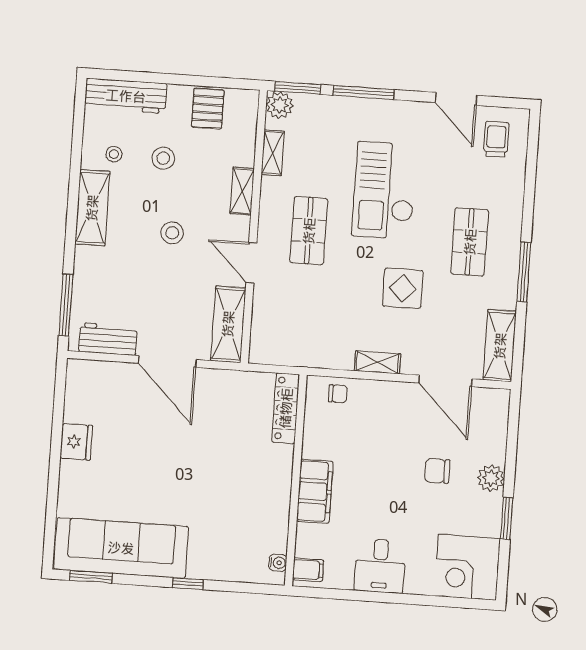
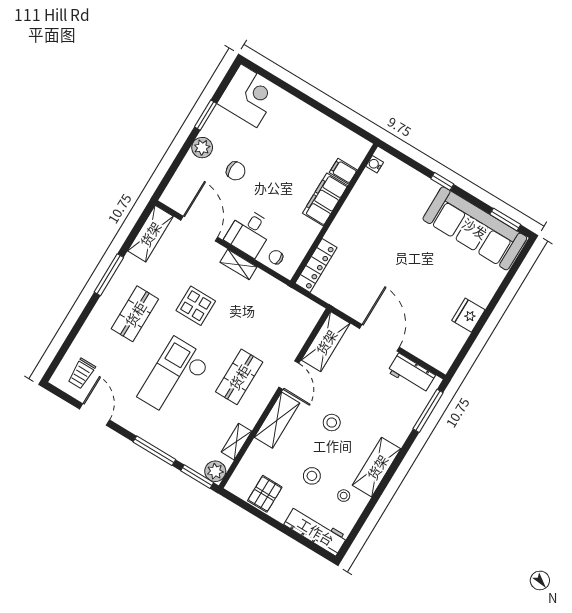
checkout: (384, 190) -> (174, 378), turned 180
shelving: (242, 191) -> (277, 420), width x1.50, depth x1.33
desk: (380, 566) -> (249, 233), moved, turned 180
filing cabinet: (308, 570) -> (343, 171), moved

